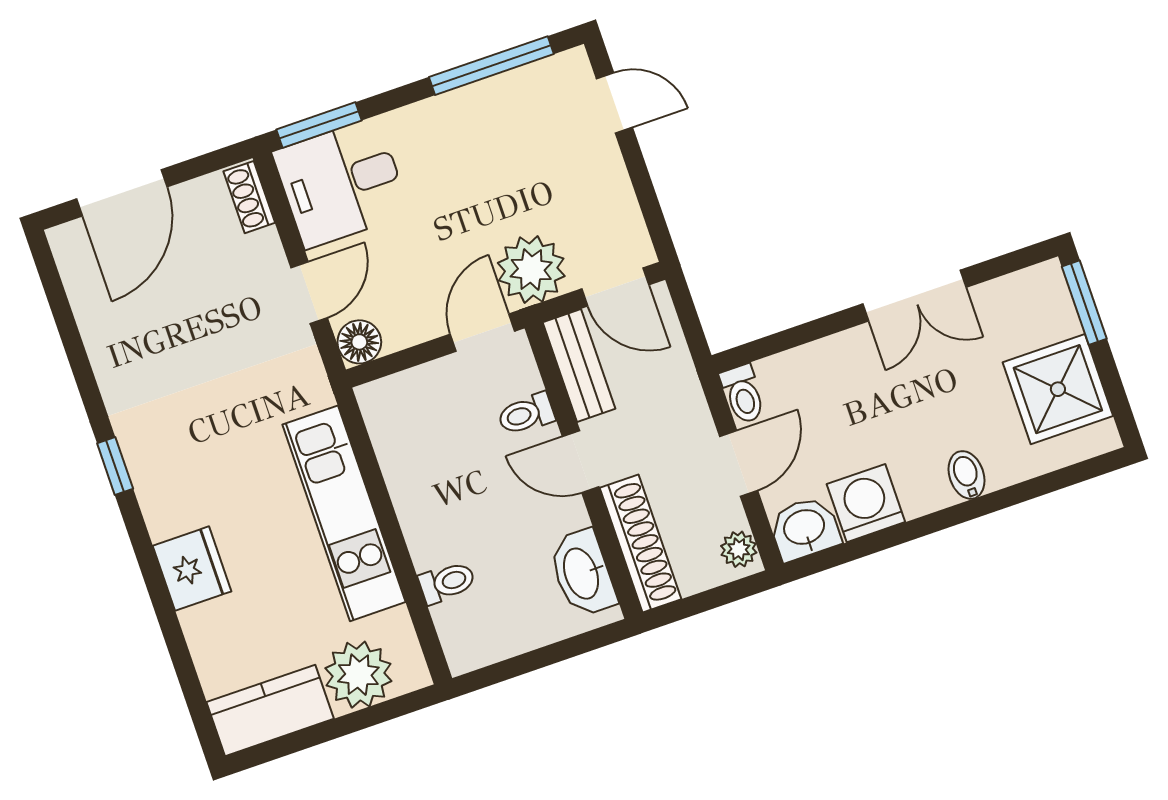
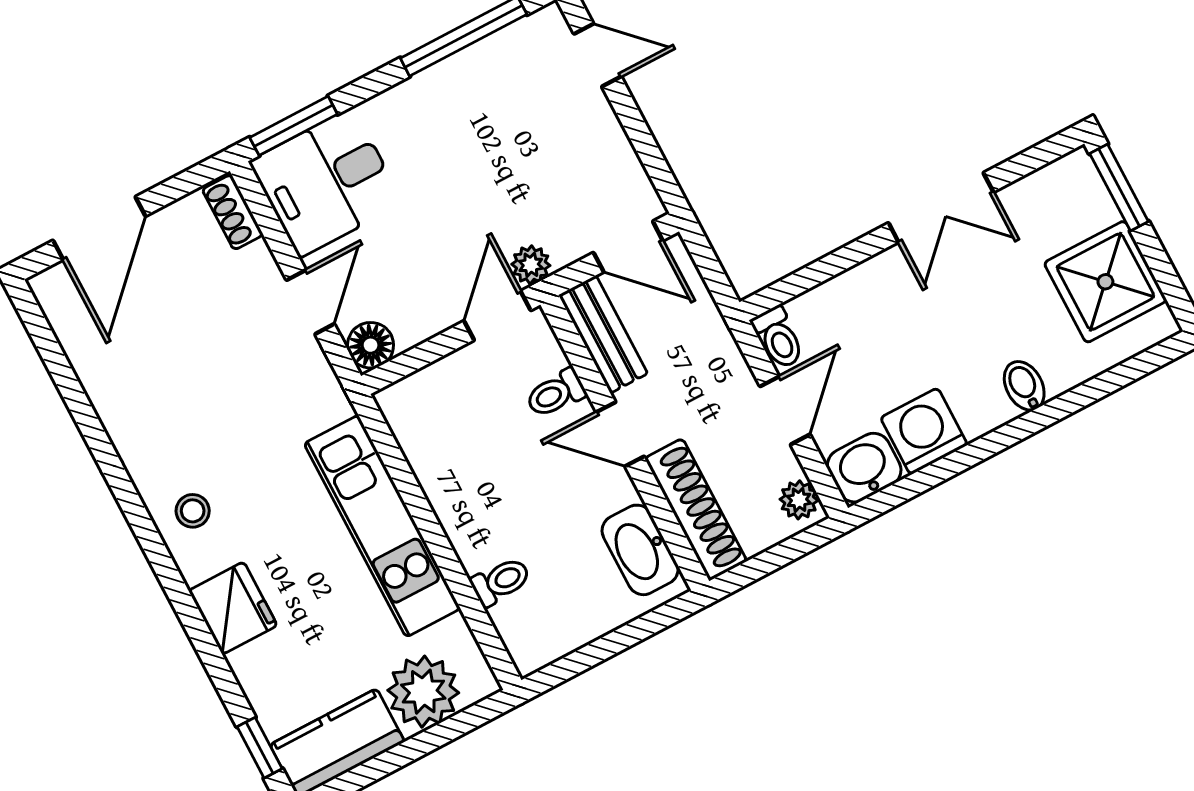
plant: (531, 270) -> (531, 265), width x0.53, depth x0.53
window: (115, 466) -> (260, 748), moved
stool: (168, 472) -> (193, 511), added

